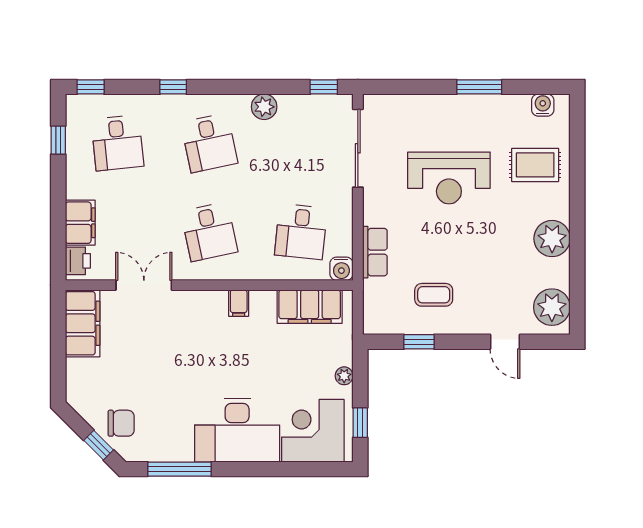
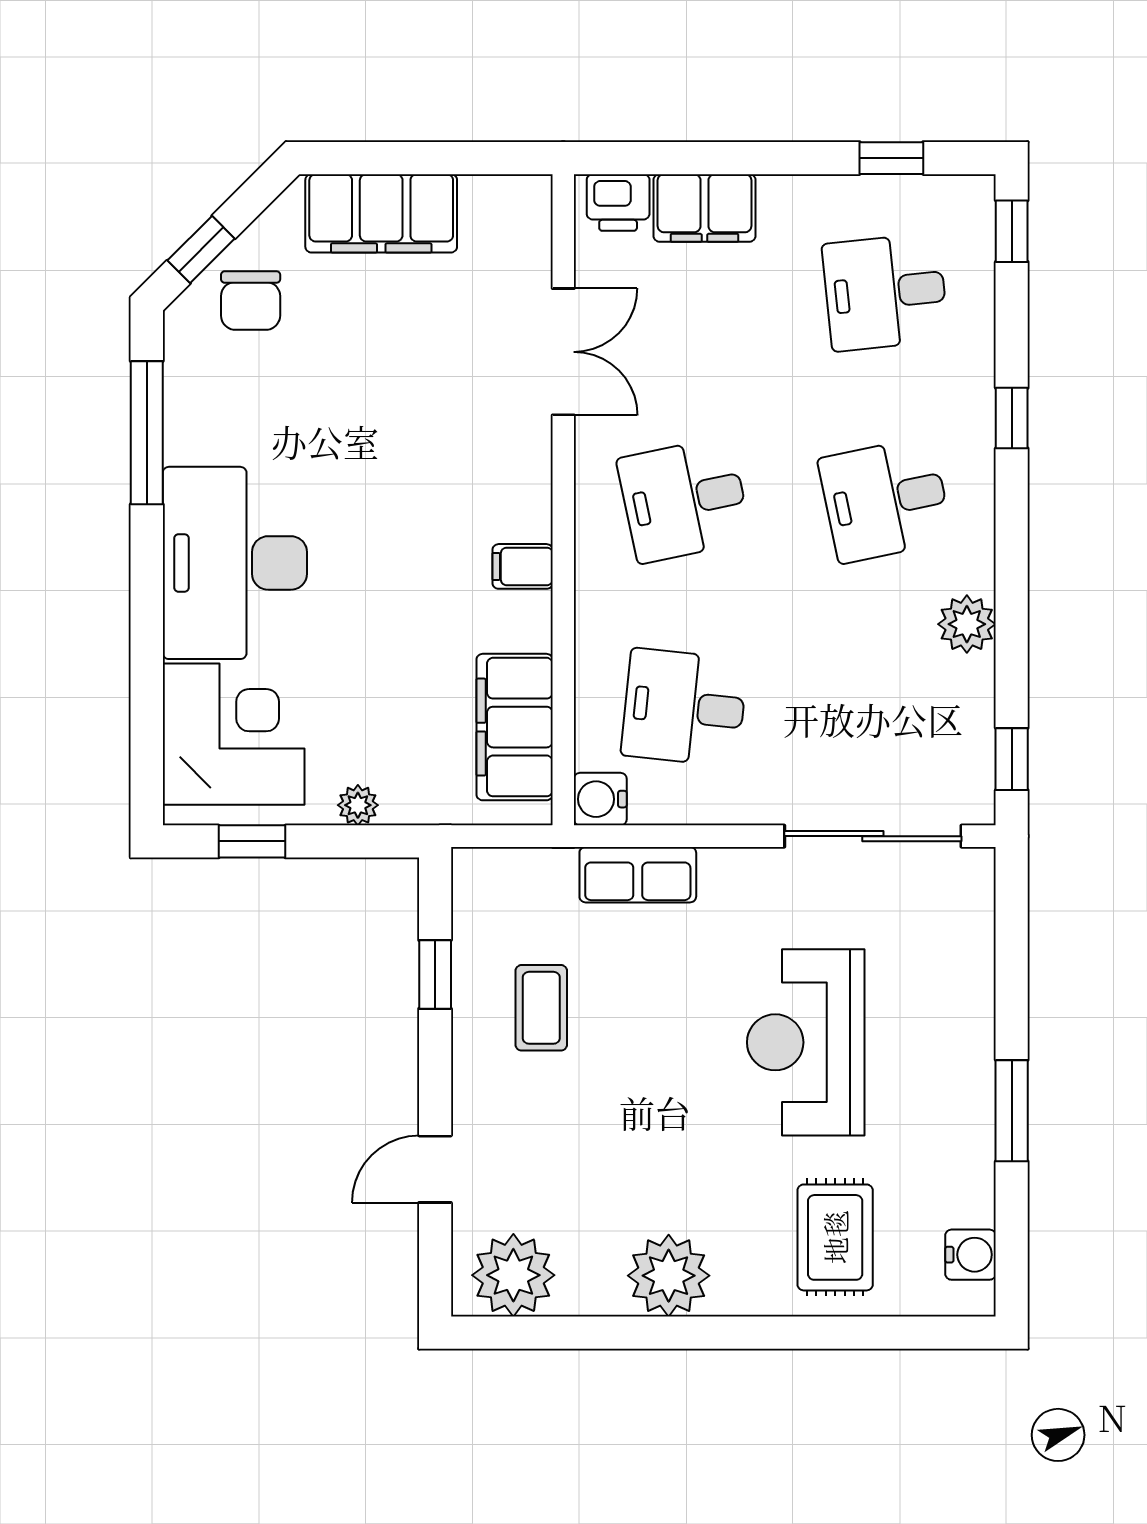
filing cabinet: (83, 323) -> (381, 213), moved

